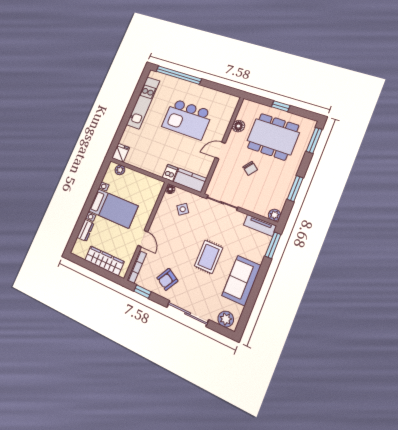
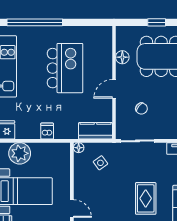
kitchen island: (187, 119) -> (65, 68), turned -90
chair: (250, 168) -> (141, 109), moved
plant: (120, 170) -> (20, 153), width x1.87, depth x1.87
dishwasher: (170, 173) -> (47, 131), moved

